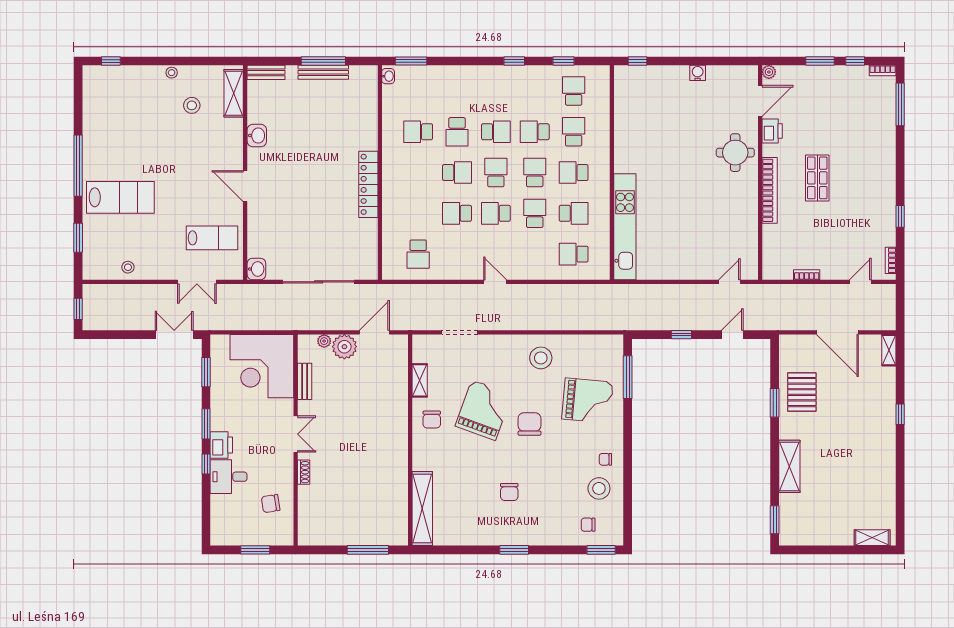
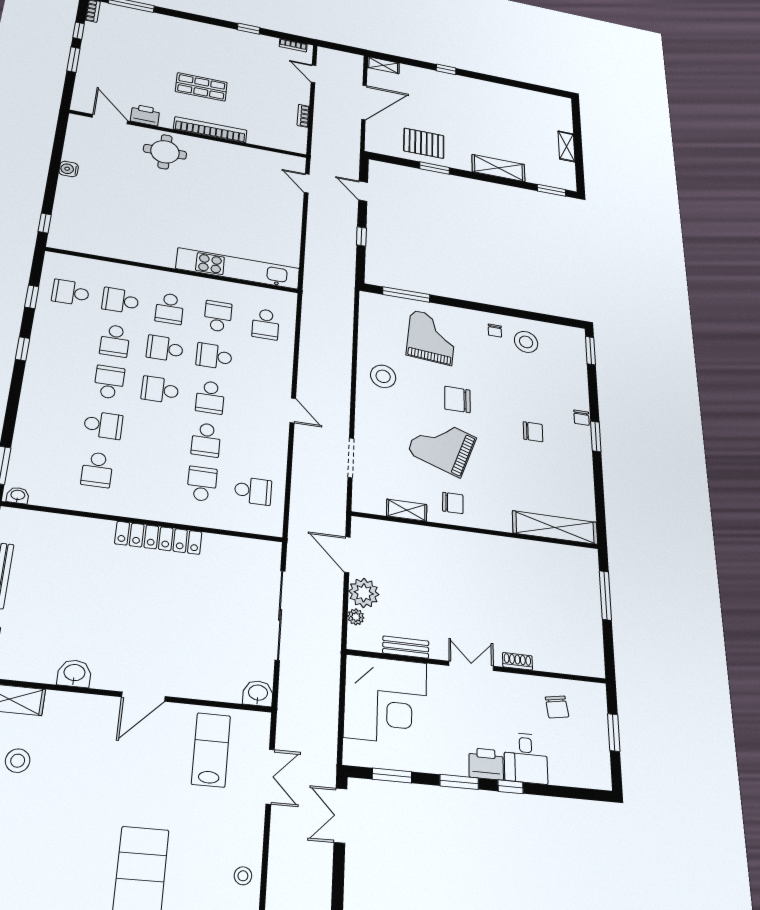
plant: (769, 72) -> (78, 105), removed
school desk: (457, 173) -> (202, 484), moved
door: (495, 282) -> (293, 410), swing flipped
chair: (588, 525) -> (581, 418), moved
shelving: (872, 538) -> (566, 146), moved

